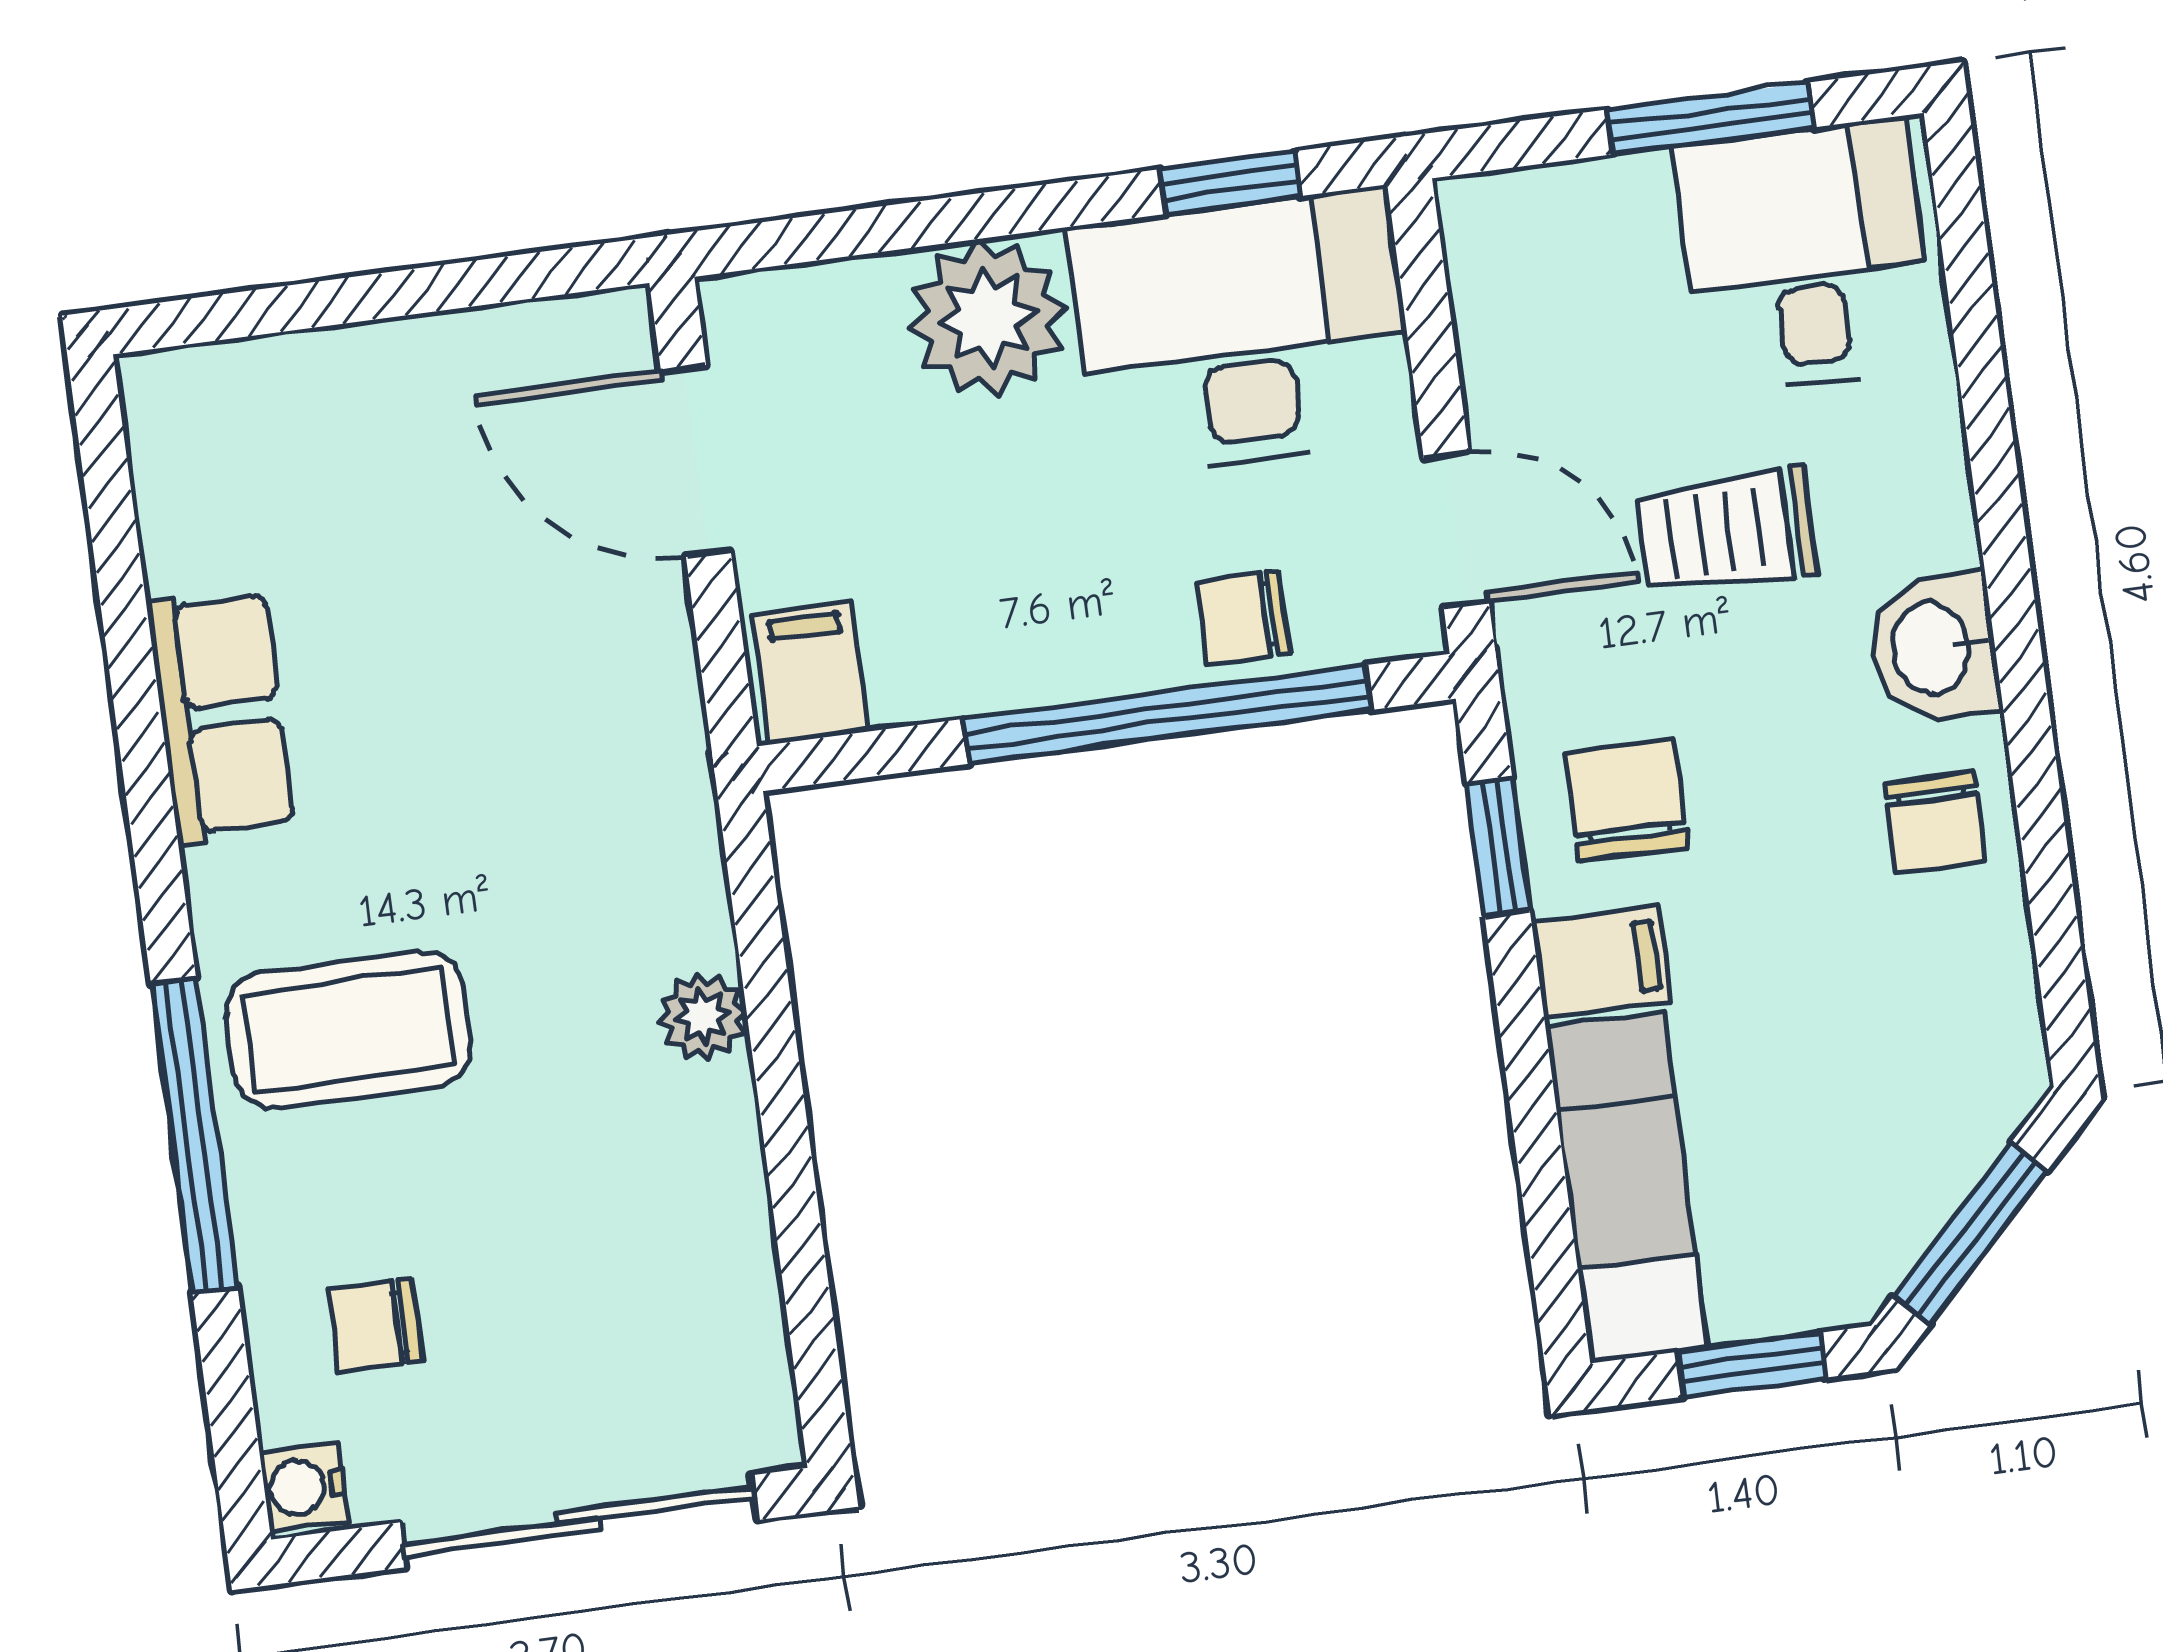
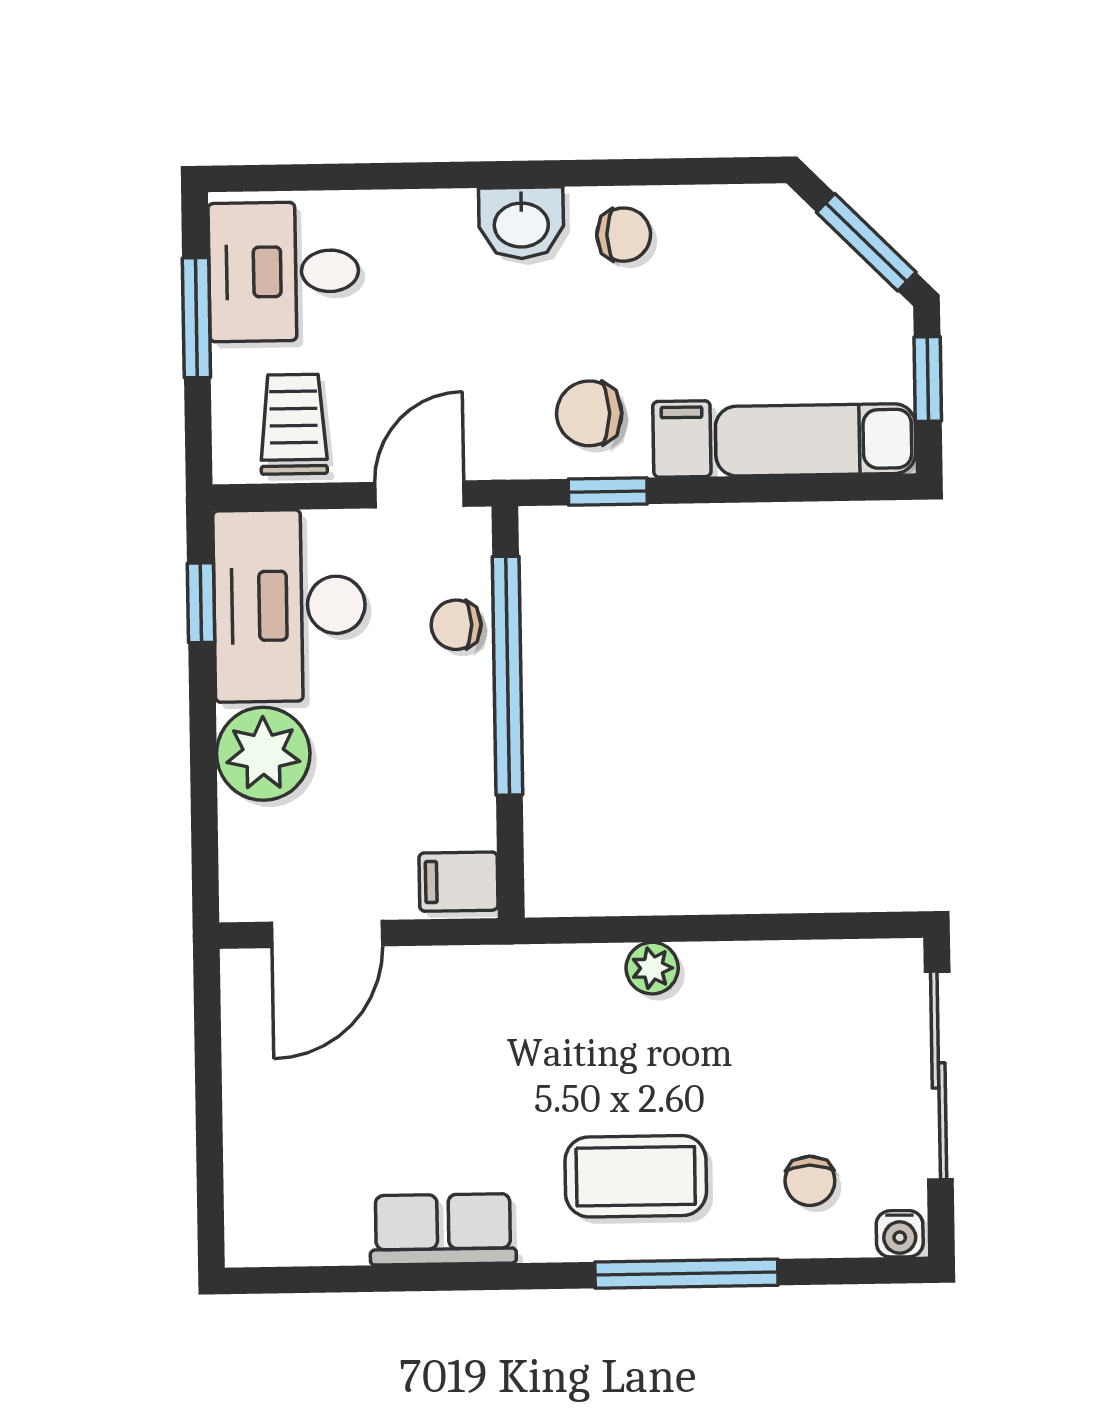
trolley: (1727, 531) -> (294, 424), moved, turned 180
chair: (1243, 617) -> (456, 625), turned 90
coffee table: (348, 1030) -> (636, 1176), turned 90

